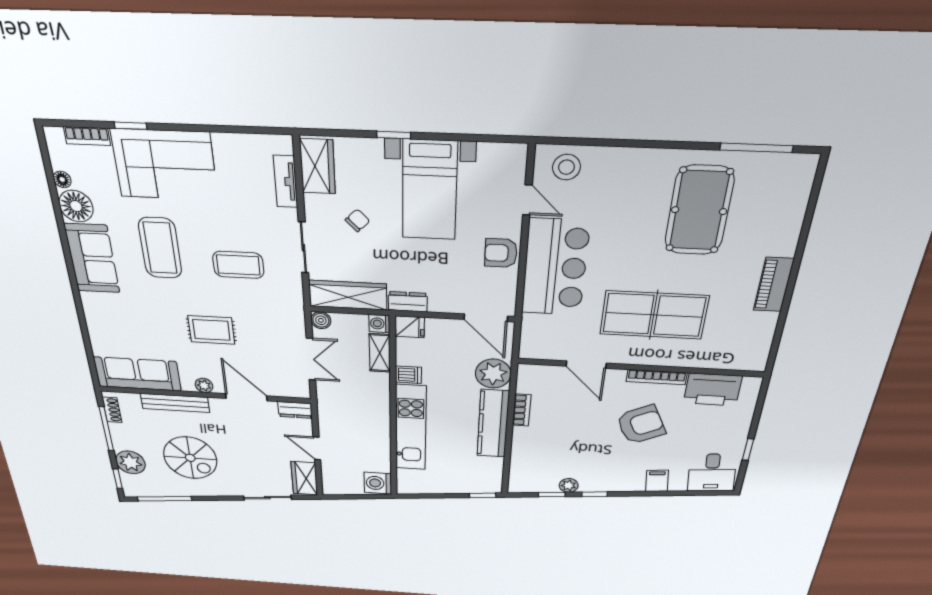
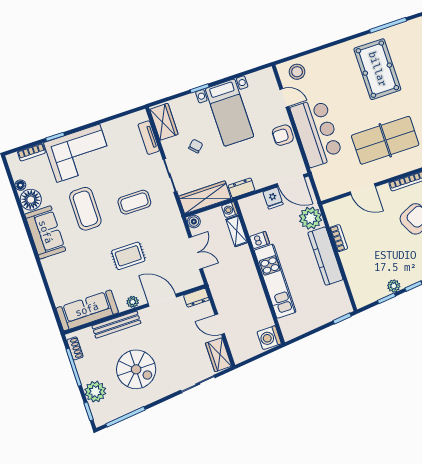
fridge: (410, 327) -> (273, 198), moved, turned 90

